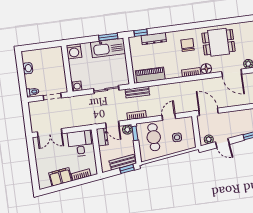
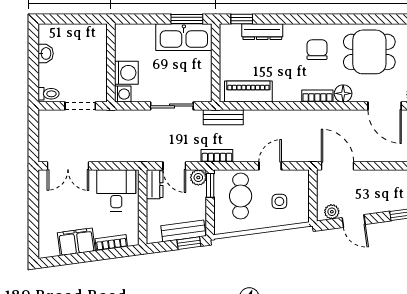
washing machine: (74, 51) -> (126, 73), moved, turned -90

